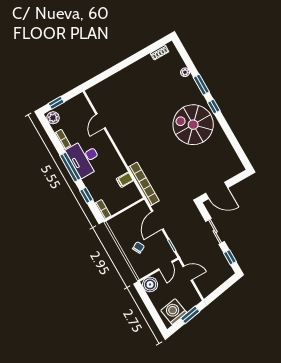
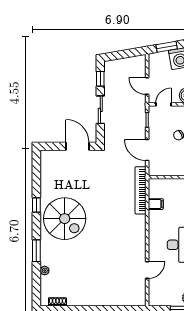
window: (214, 106) -> (36, 205), moved
door: (157, 220) -> (147, 150), swing flipped

